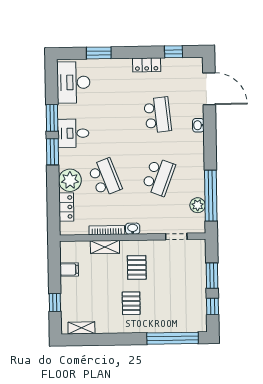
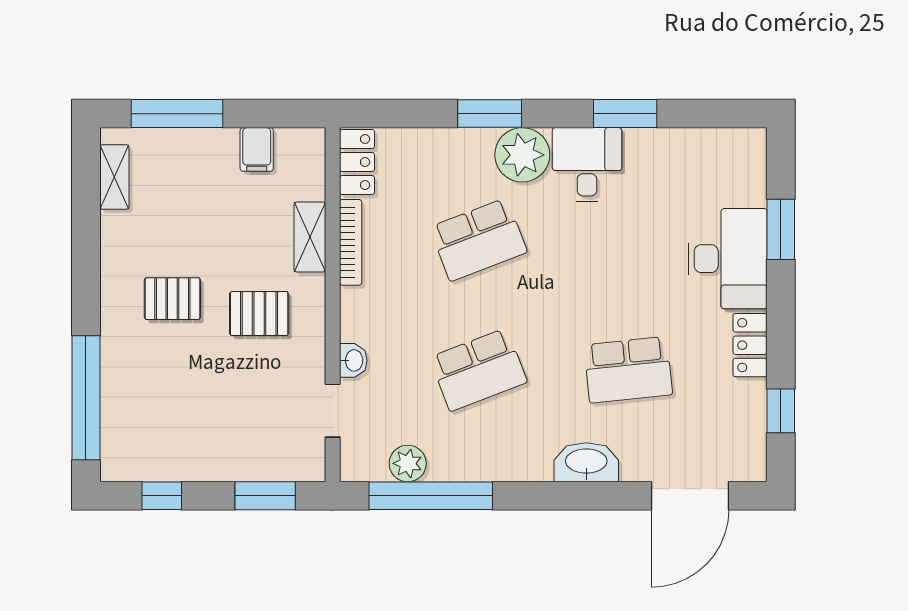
desk: (73, 82) -> (727, 259), moved, turned 90
washbasin: (198, 125) -> (586, 462), width x1.91, depth x1.45
window: (53, 152) -> (490, 114), moved
school desk: (158, 177) -> (478, 370), turned -42
plant: (70, 180) -> (522, 155), moved
locker: (66, 207) -> (357, 162), moved, turned -90
washbasin: (133, 229) -> (353, 360), moved
window: (212, 276) -> (265, 496), moved
window: (55, 303) -> (177, 114), width x2.17

